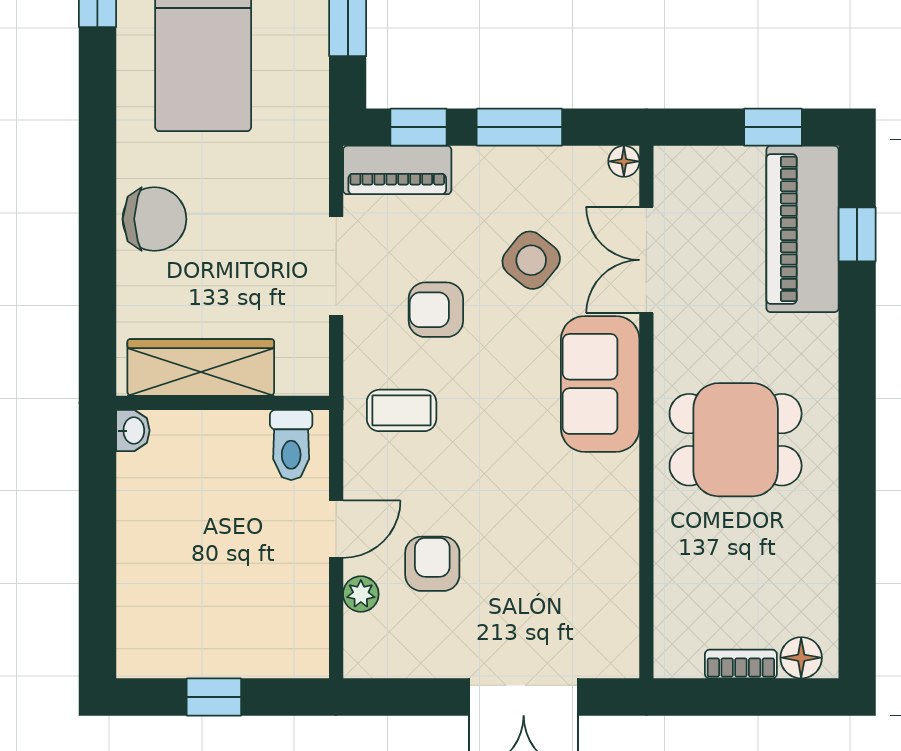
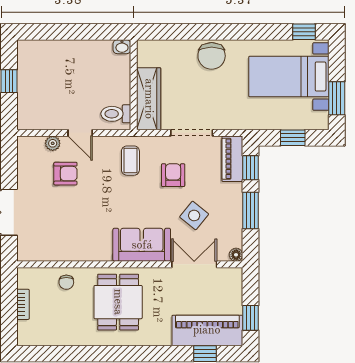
wardrobe: (201, 367) -> (149, 99), moved
chair: (689, 562) -> (66, 282), added
floor lamp: (801, 658) -> (26, 330), removed

